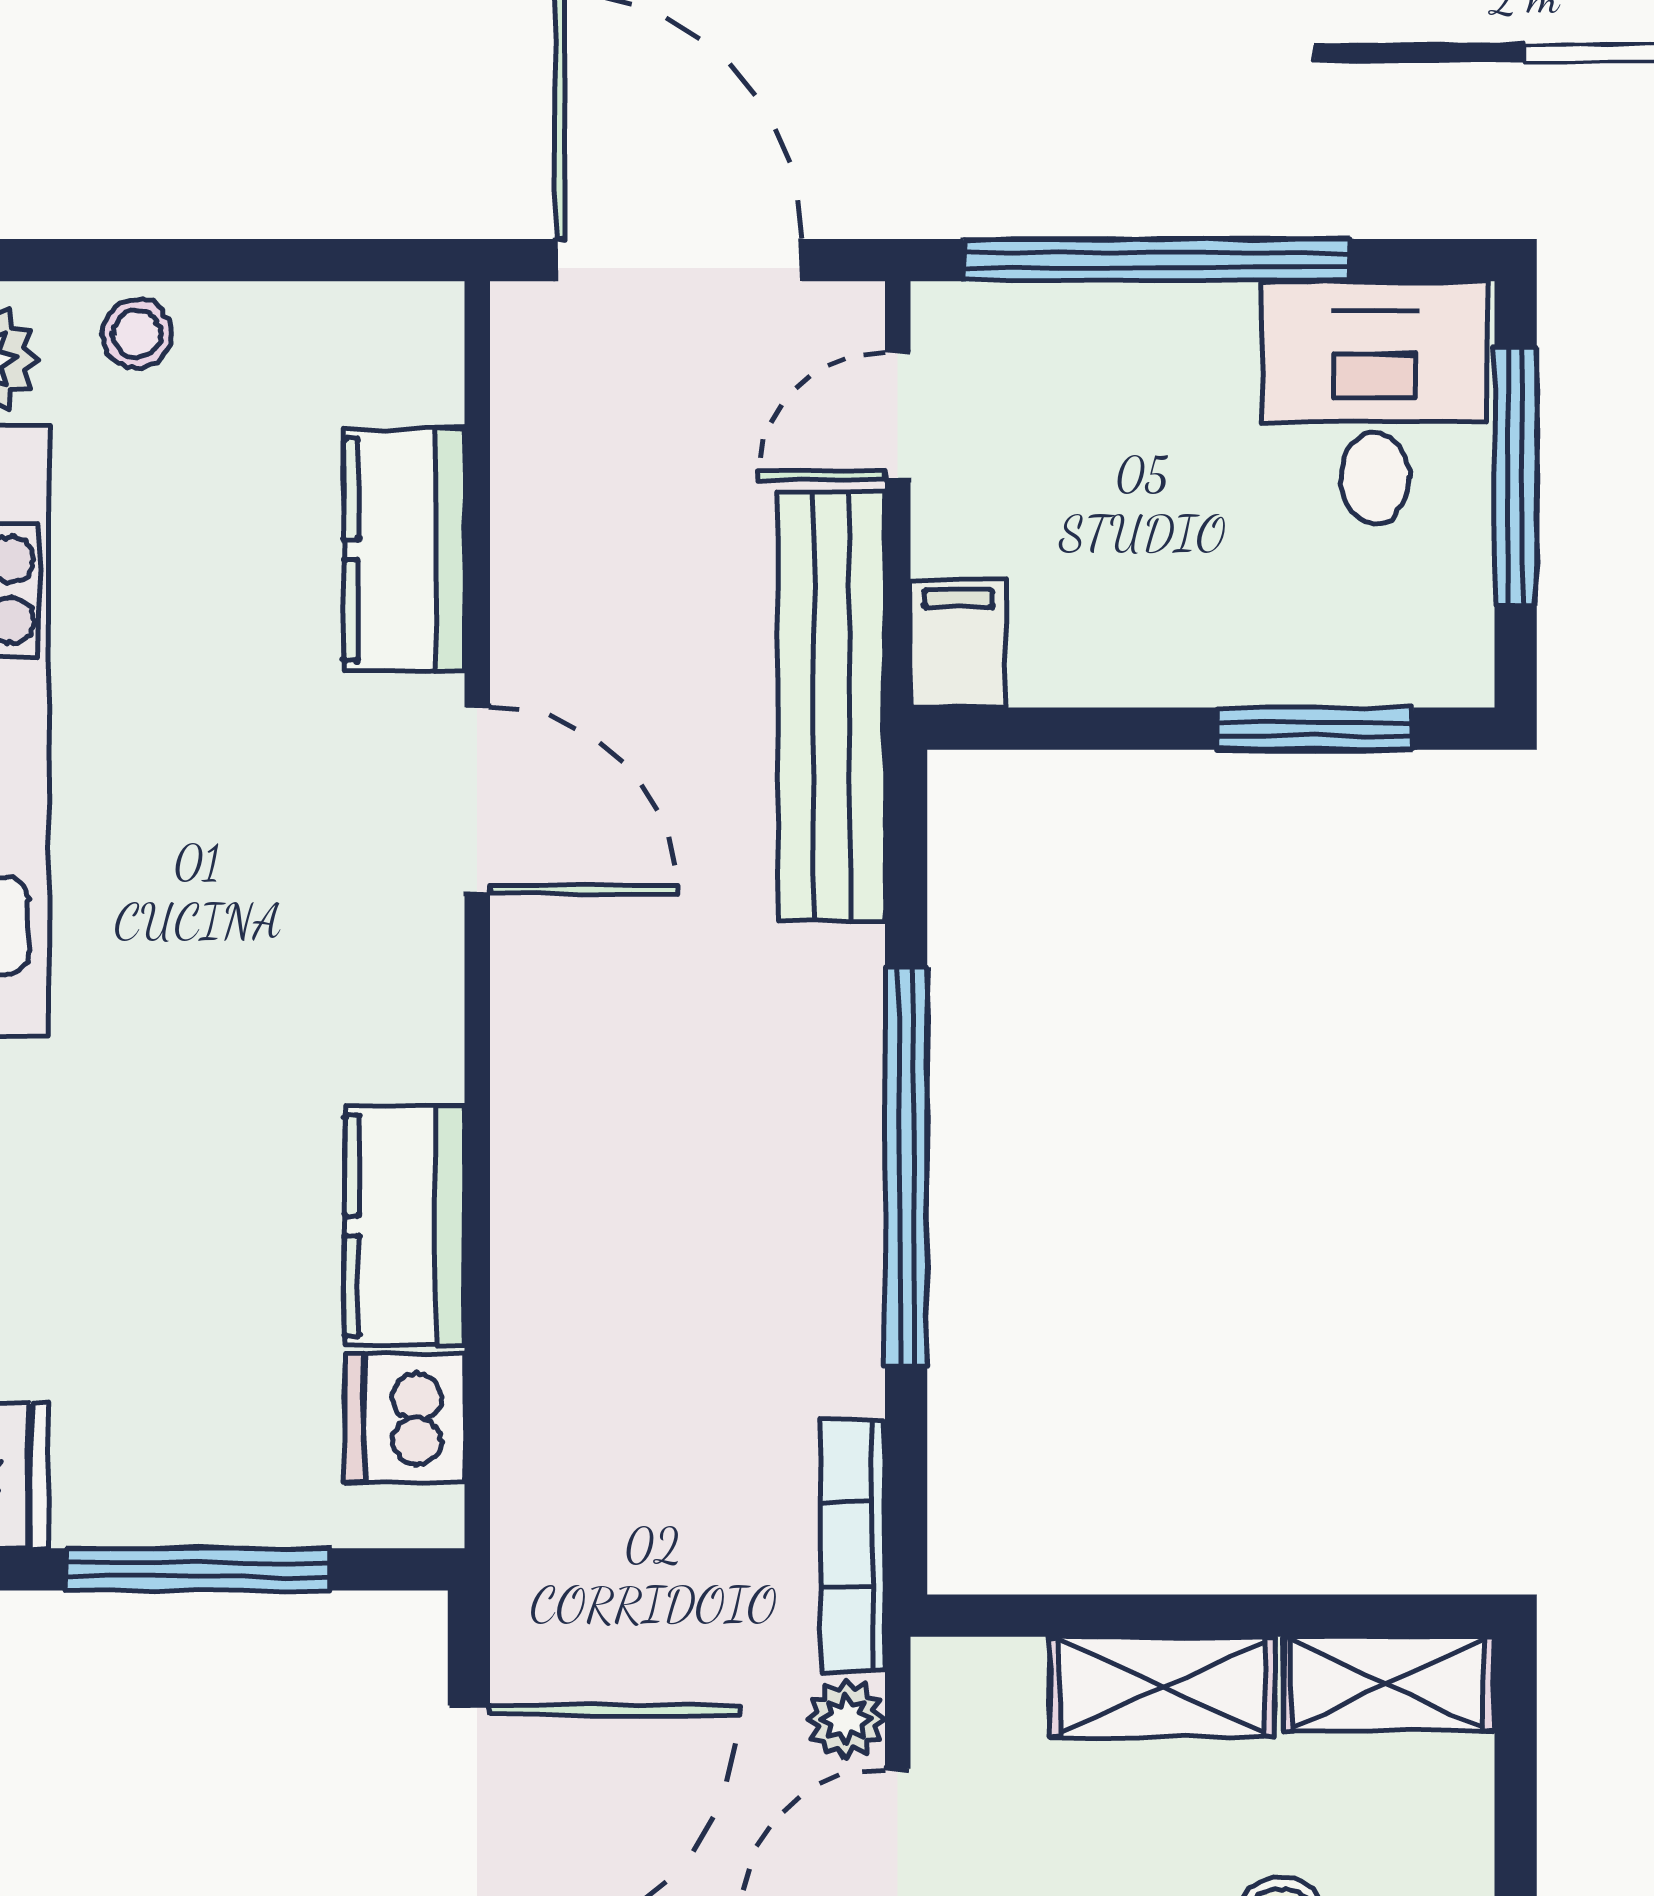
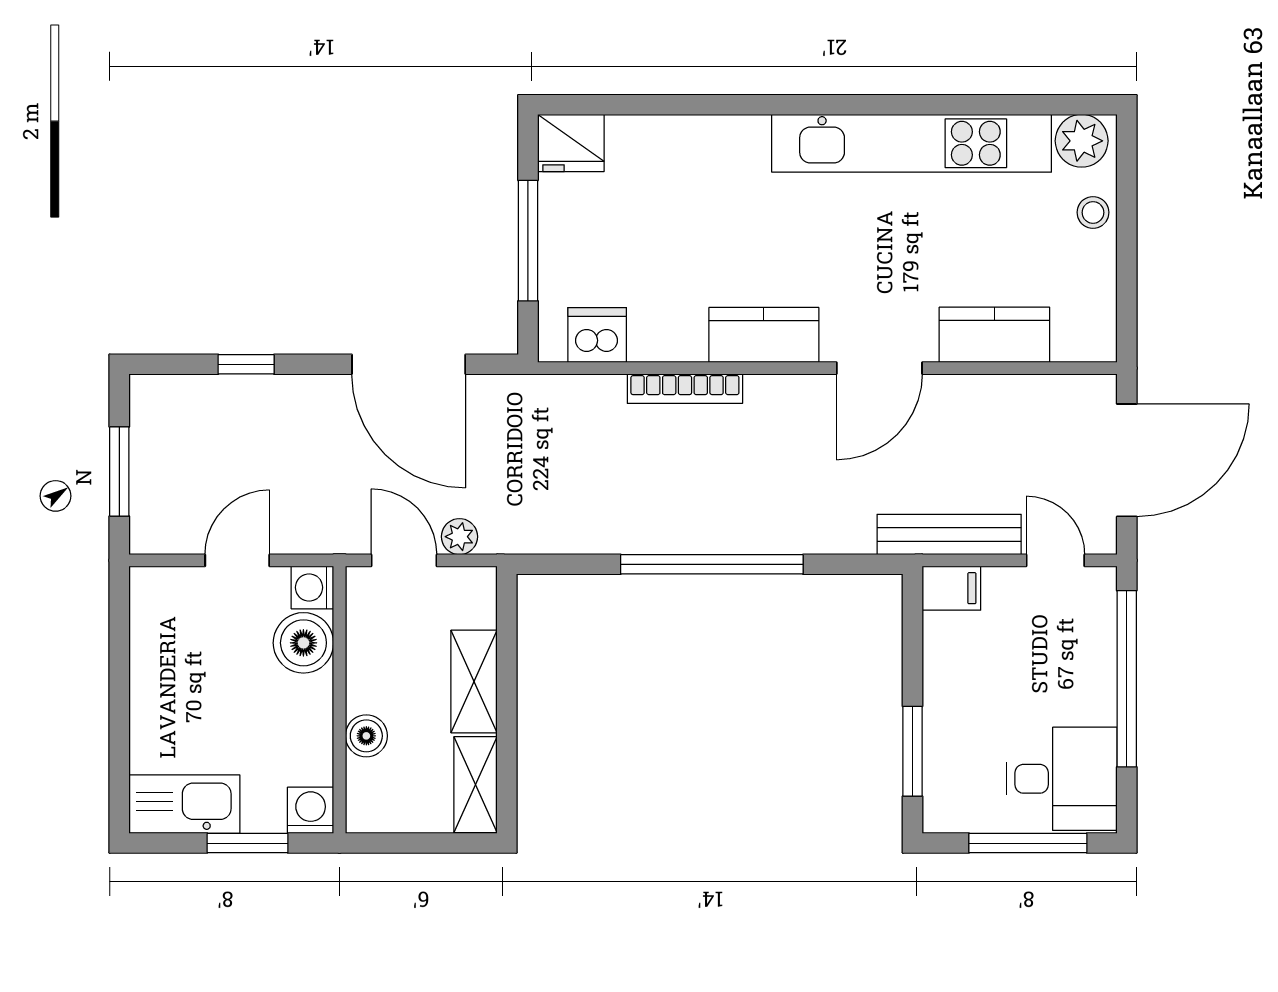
bench: (832, 706) -> (949, 534), width x0.73, depth x0.82
kitchen counter: (405, 1226) -> (764, 335), moved
bookcase: (853, 1545) -> (685, 389), moved, turned 180

